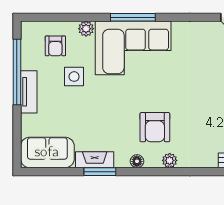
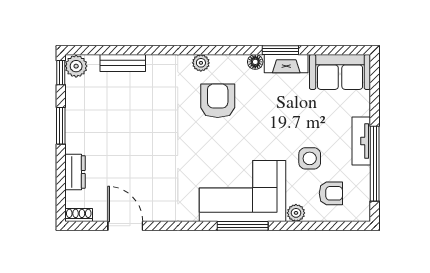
armchair: (55, 46) -> (331, 193), turned 90
floor lamp: (137, 161) -> (255, 62), moved

